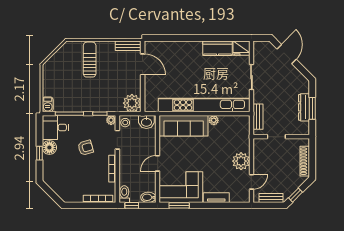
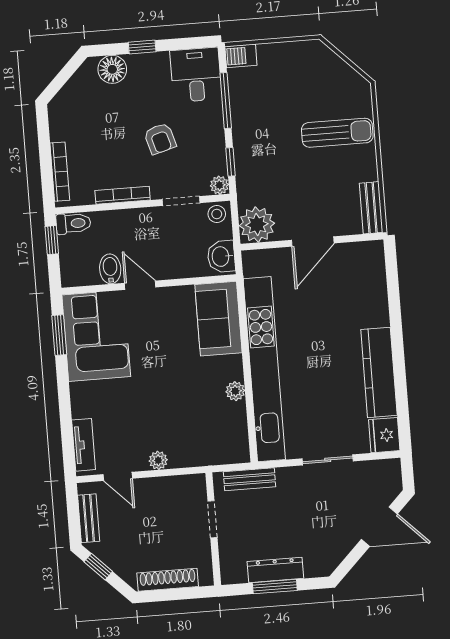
kitchen counter: (217, 48) -> (379, 372), width x1.50
door: (143, 64) -> (313, 242), moved
sofa: (184, 126) -> (218, 319), width x0.73
floor lamp: (49, 147) -> (112, 69), moved
plant: (241, 161) -> (158, 460), width x0.53, depth x0.53
bidet: (148, 197) -> (110, 269), moved
tv unit: (216, 198) -> (84, 445), moved

